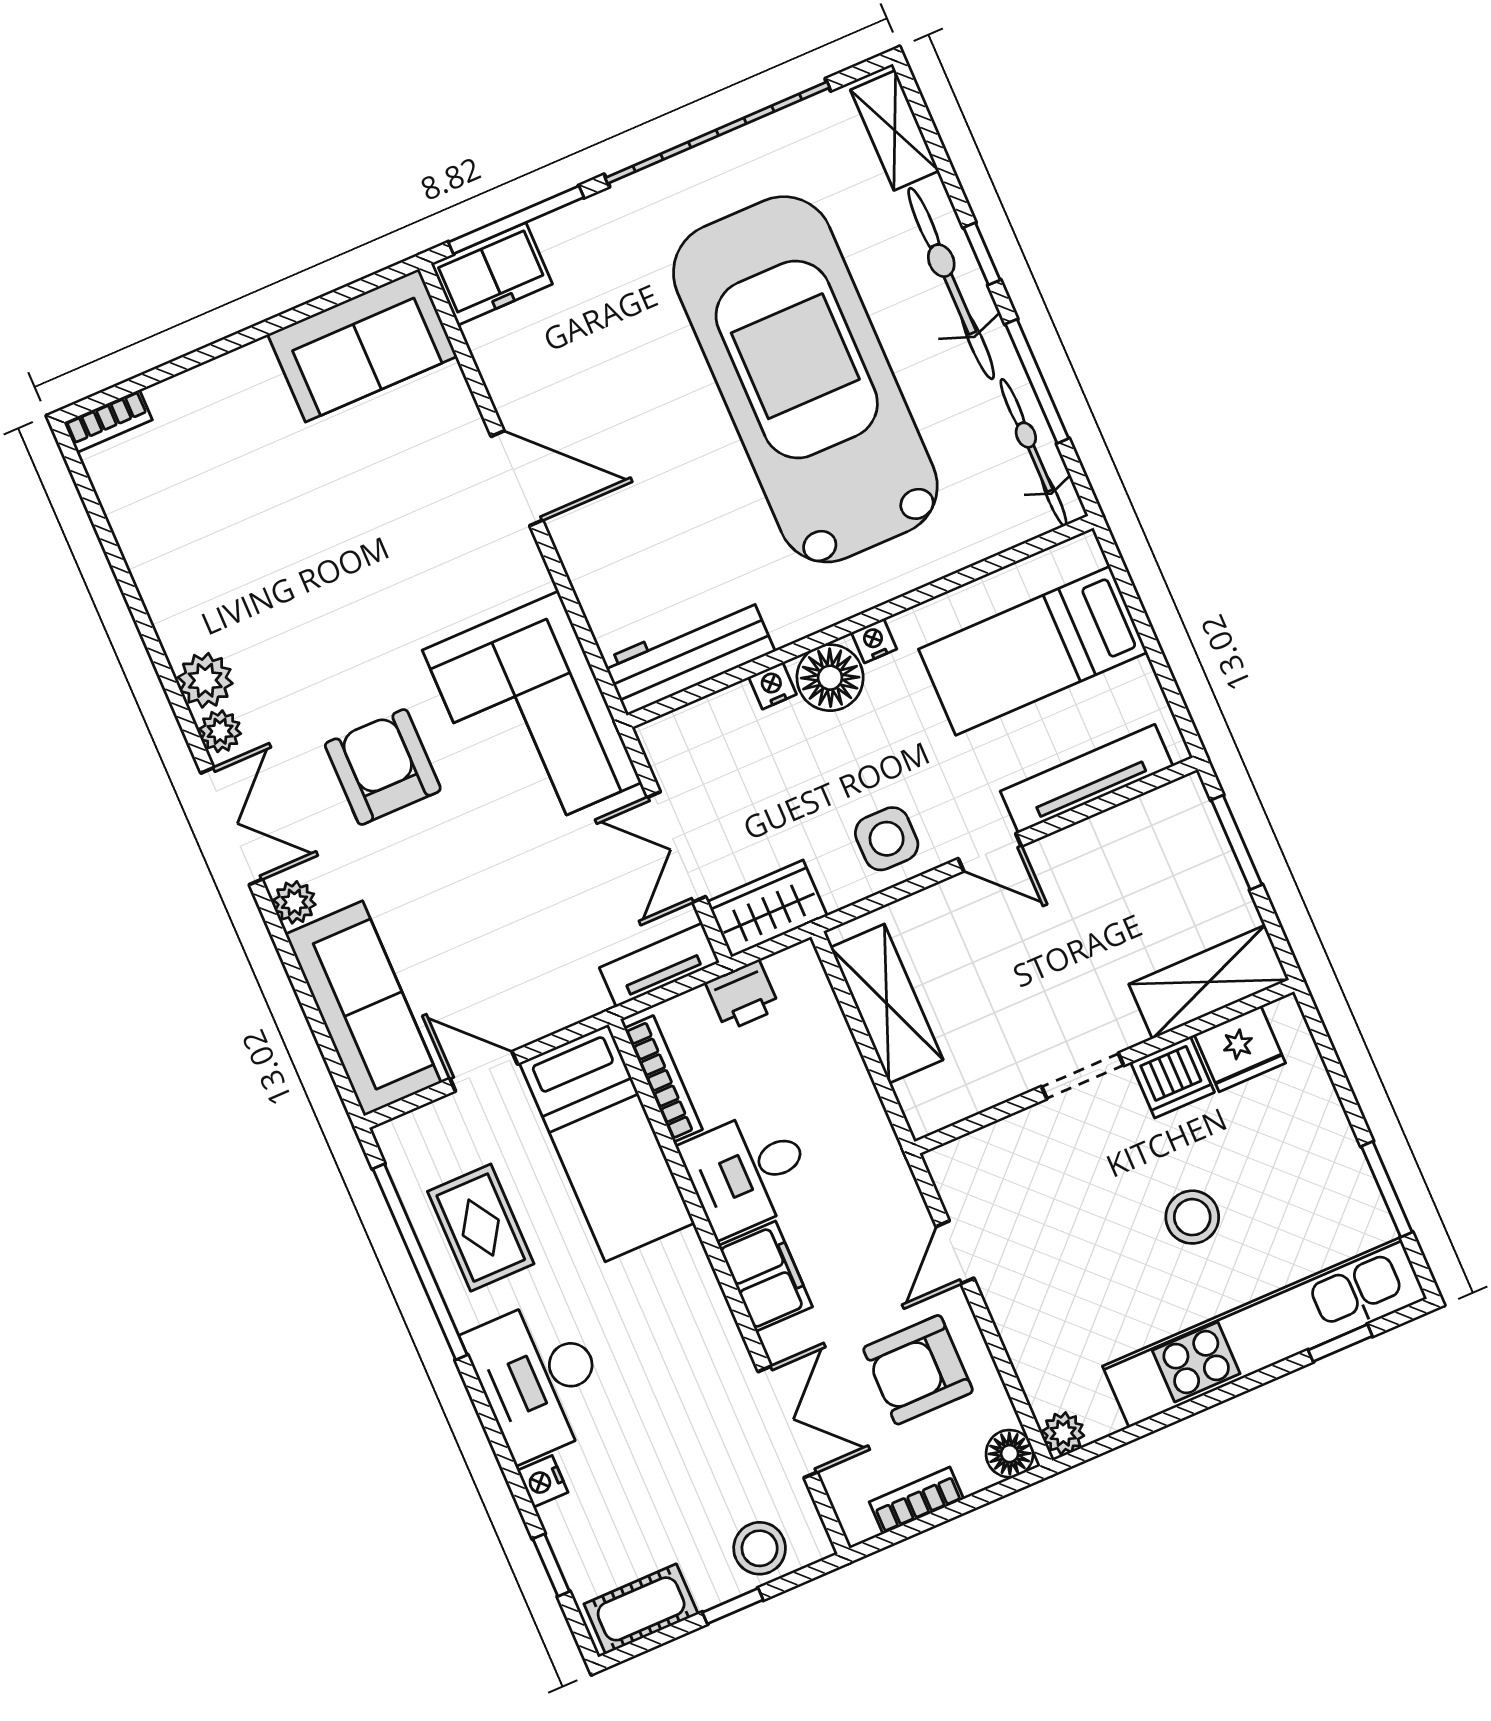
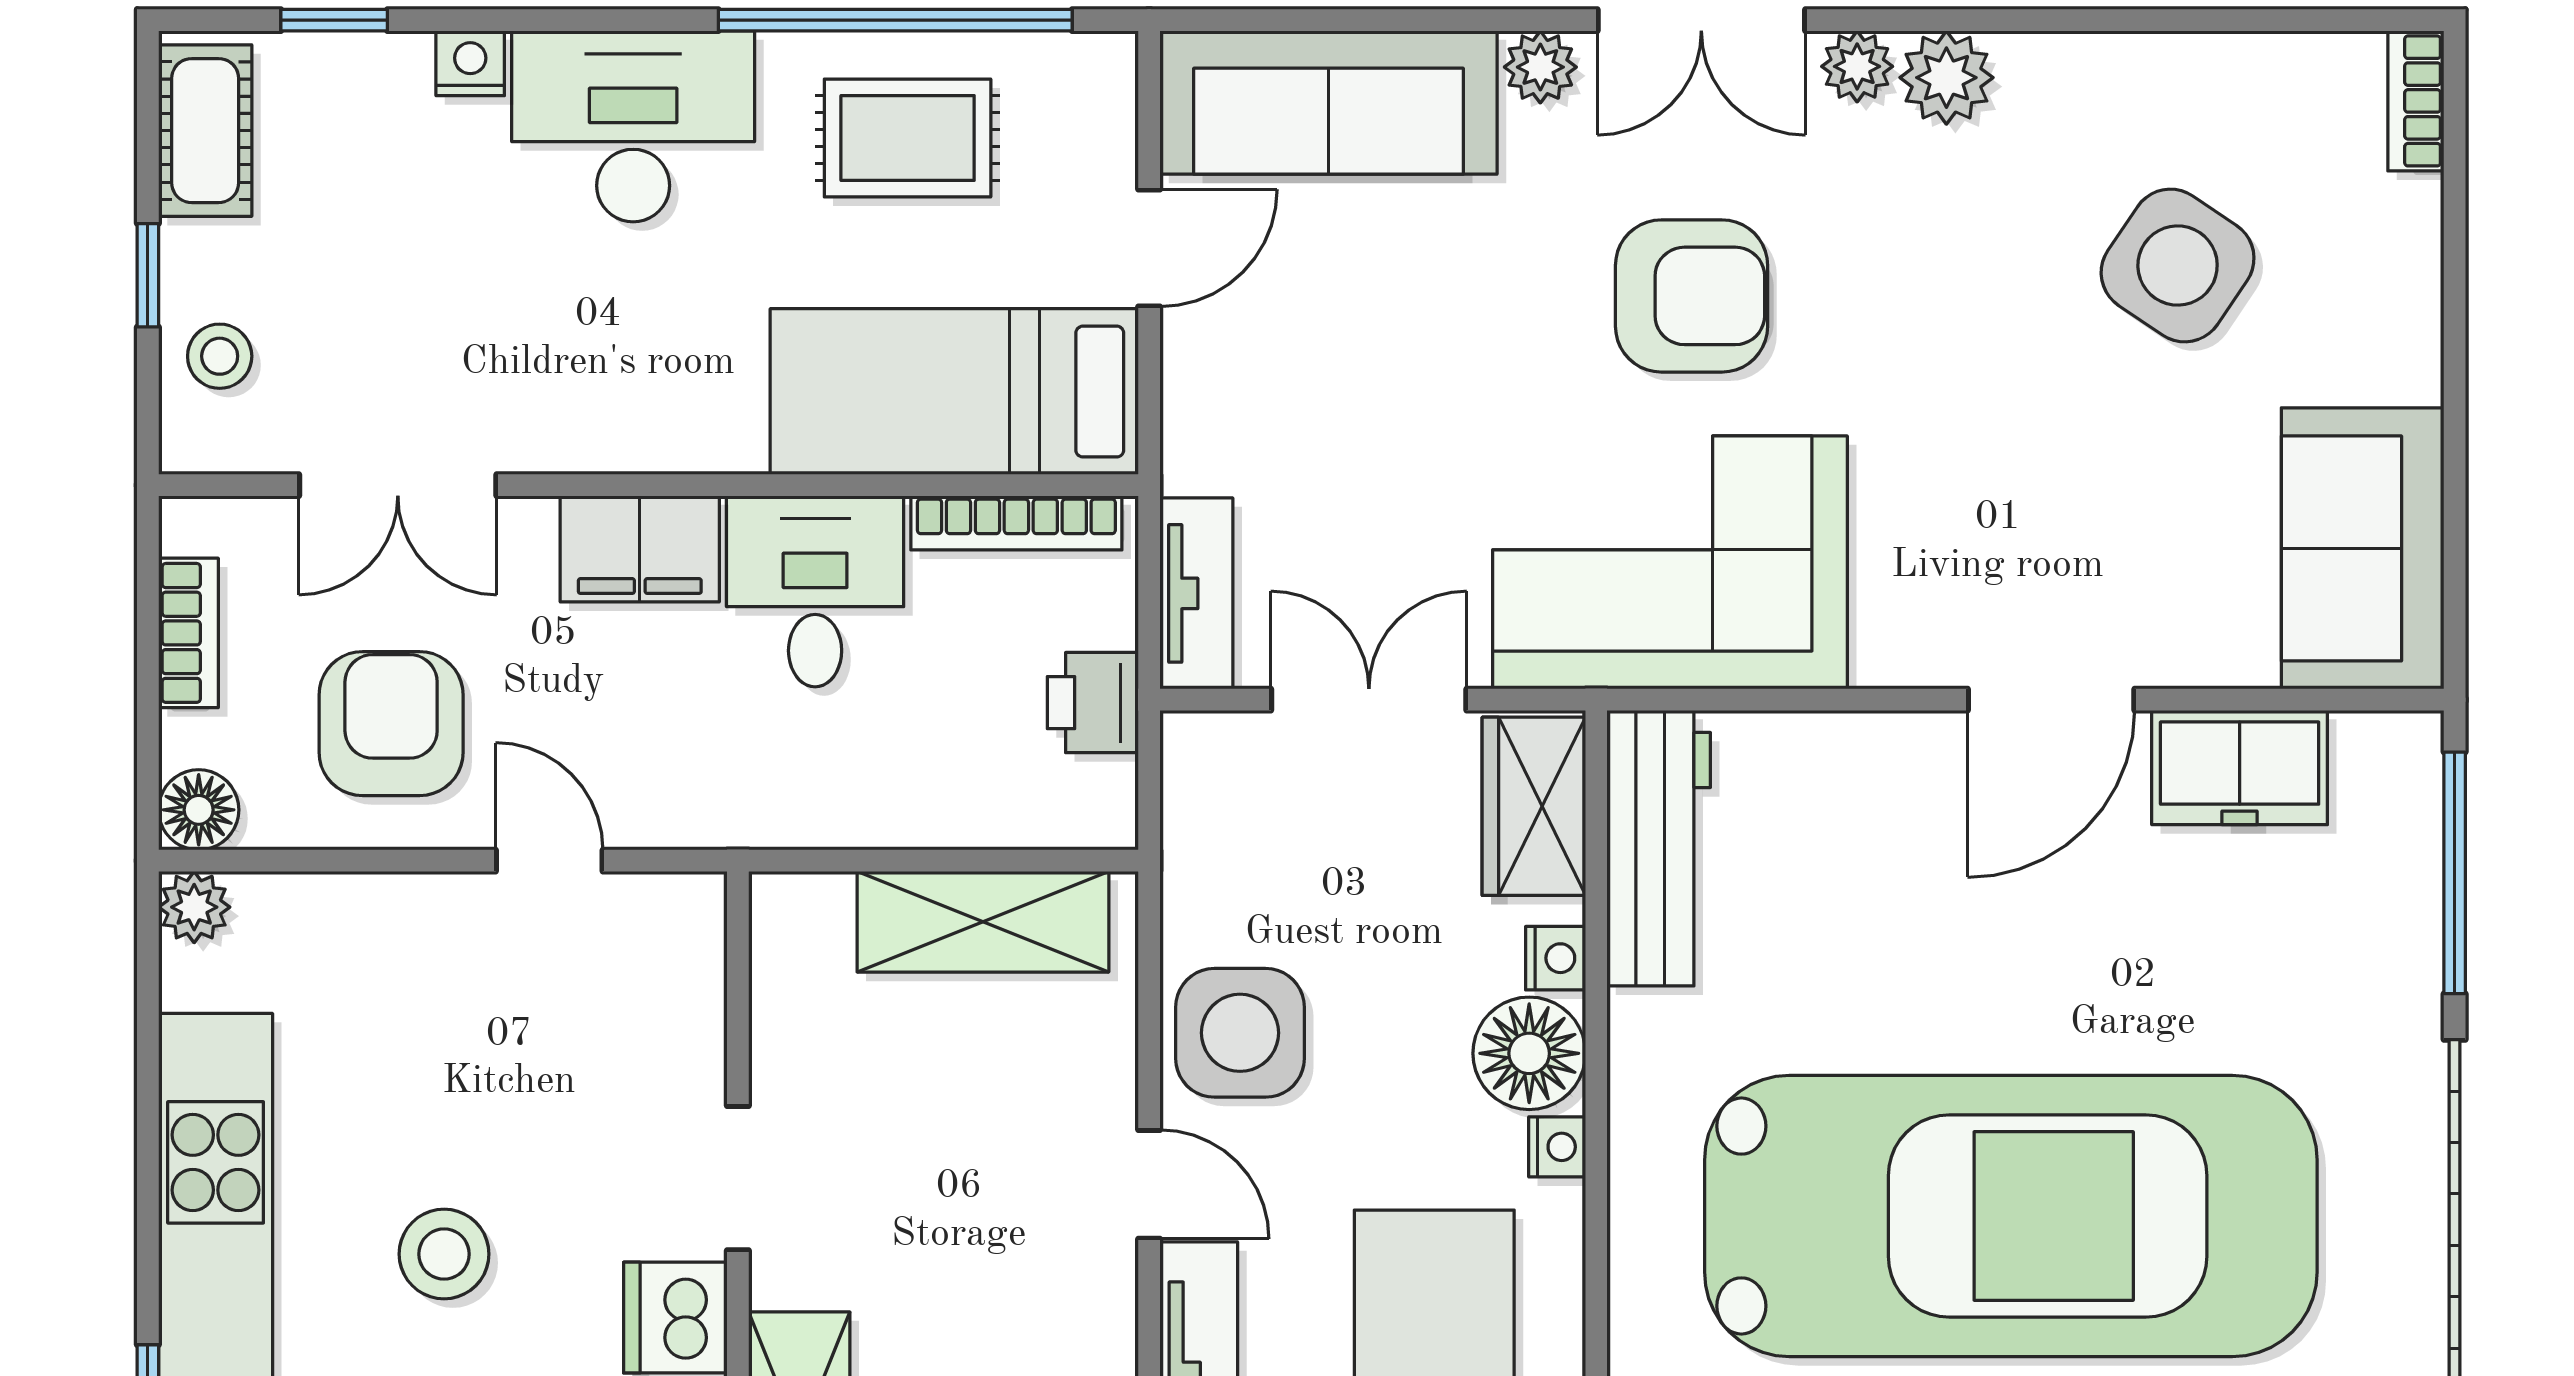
freezer: (492, 274) -> (2240, 768), moved, turned -90
side table: (253, 511) -> (2178, 265), added
side table: (887, 839) -> (1240, 1033), width x1.37, depth x1.37
door: (990, 852) -> (1149, 1184), swing flipped
wardrobe: (767, 909) -> (1534, 806), moved, turned 180
stool: (760, 1548) -> (220, 356), width x0.73, depth x0.73

